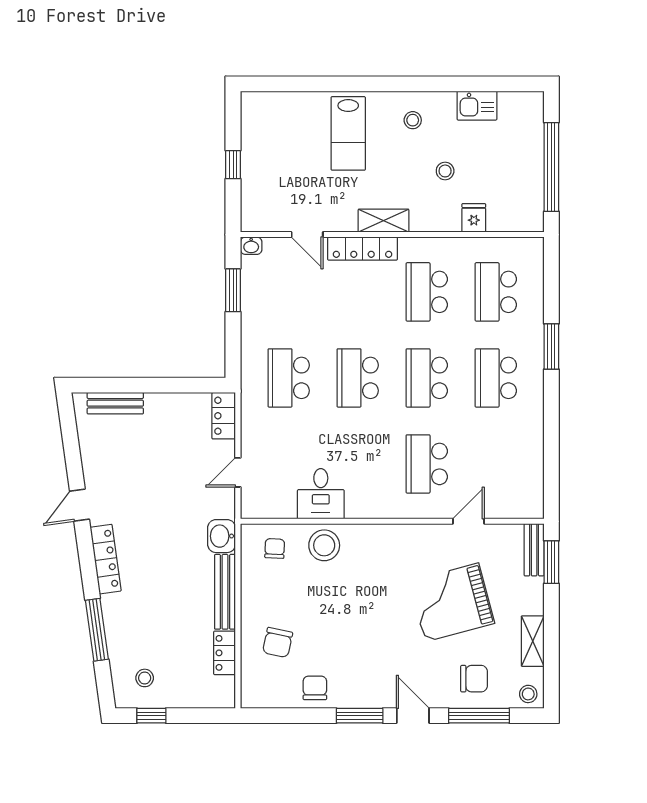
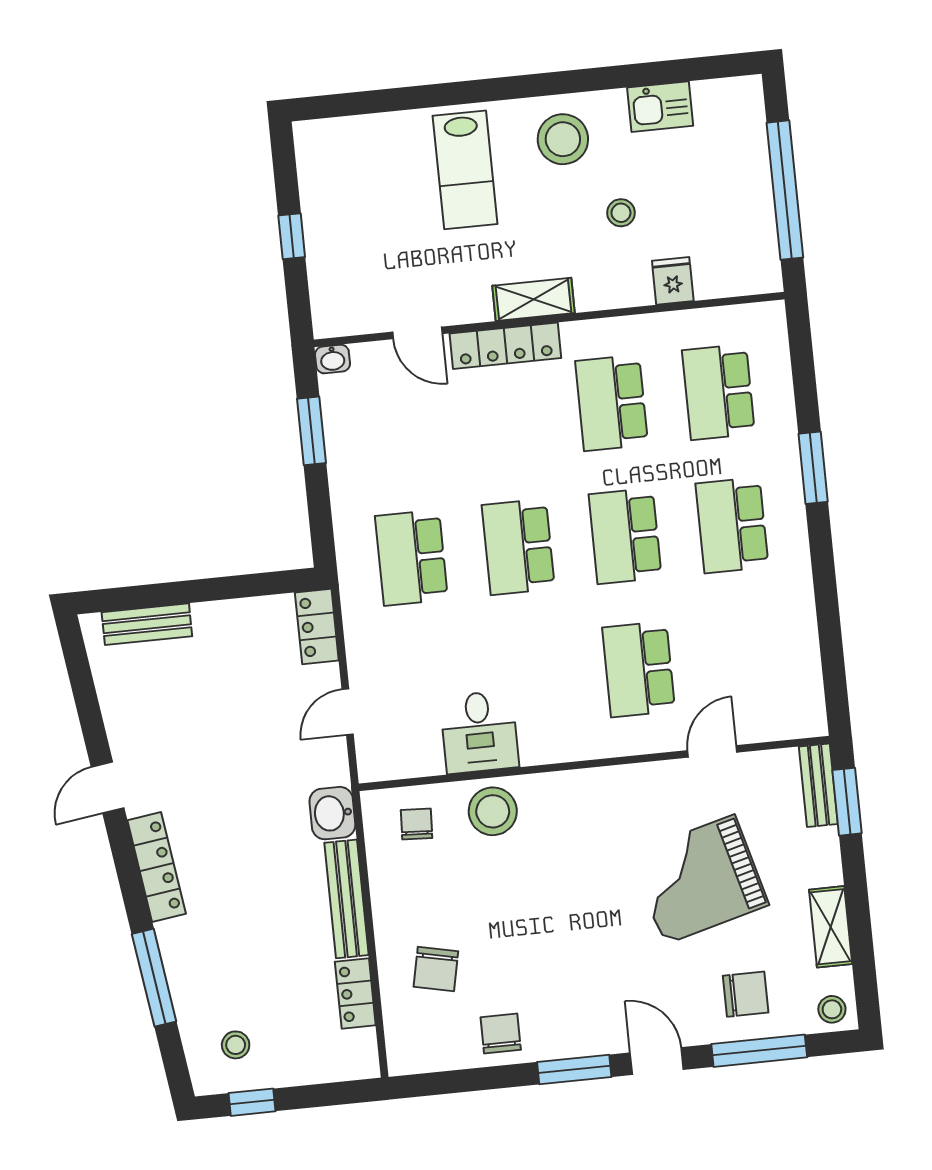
stool: (413, 120) -> (563, 139), width x1.89, depth x1.89

